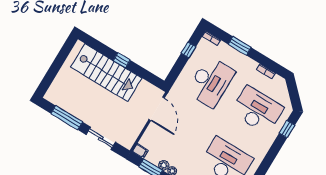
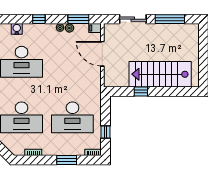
window: (122, 60) -> (141, 92), moved
desk: (211, 82) -> (72, 117), turned -90
door: (157, 109) -> (102, 54), moved

